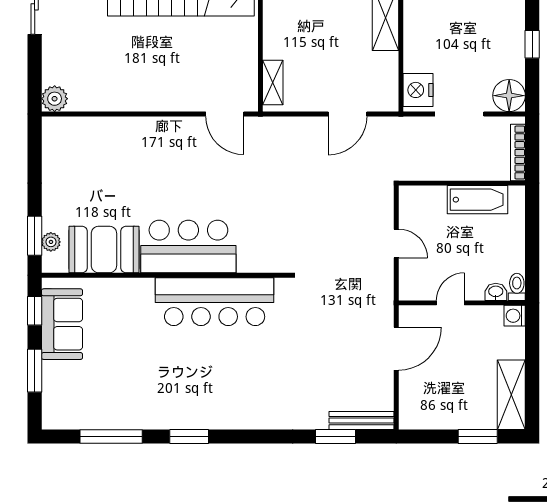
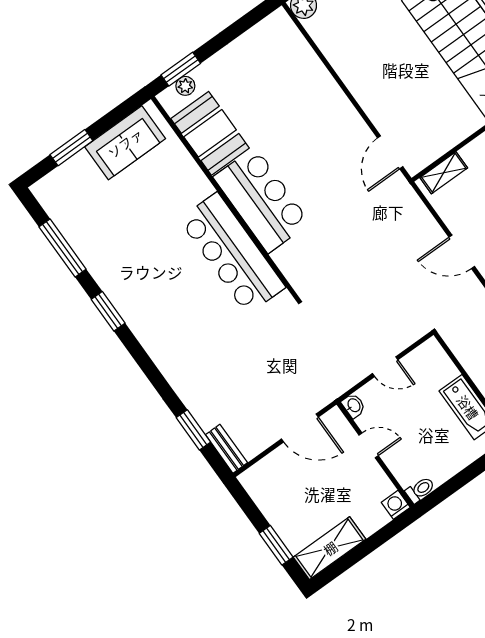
door: (396, 243) -> (385, 367), hinge flipped
washbasin: (496, 292) -> (354, 406), moved
window: (35, 311) -> (120, 113), removed
bench: (362, 421) -> (226, 449), width x0.73

